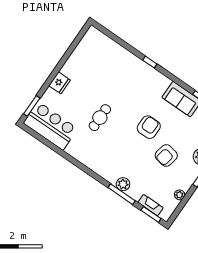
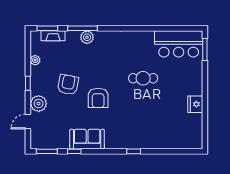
fridge: (60, 83) -> (195, 104), moved
cafe table: (100, 118) -> (143, 78), turned 90

